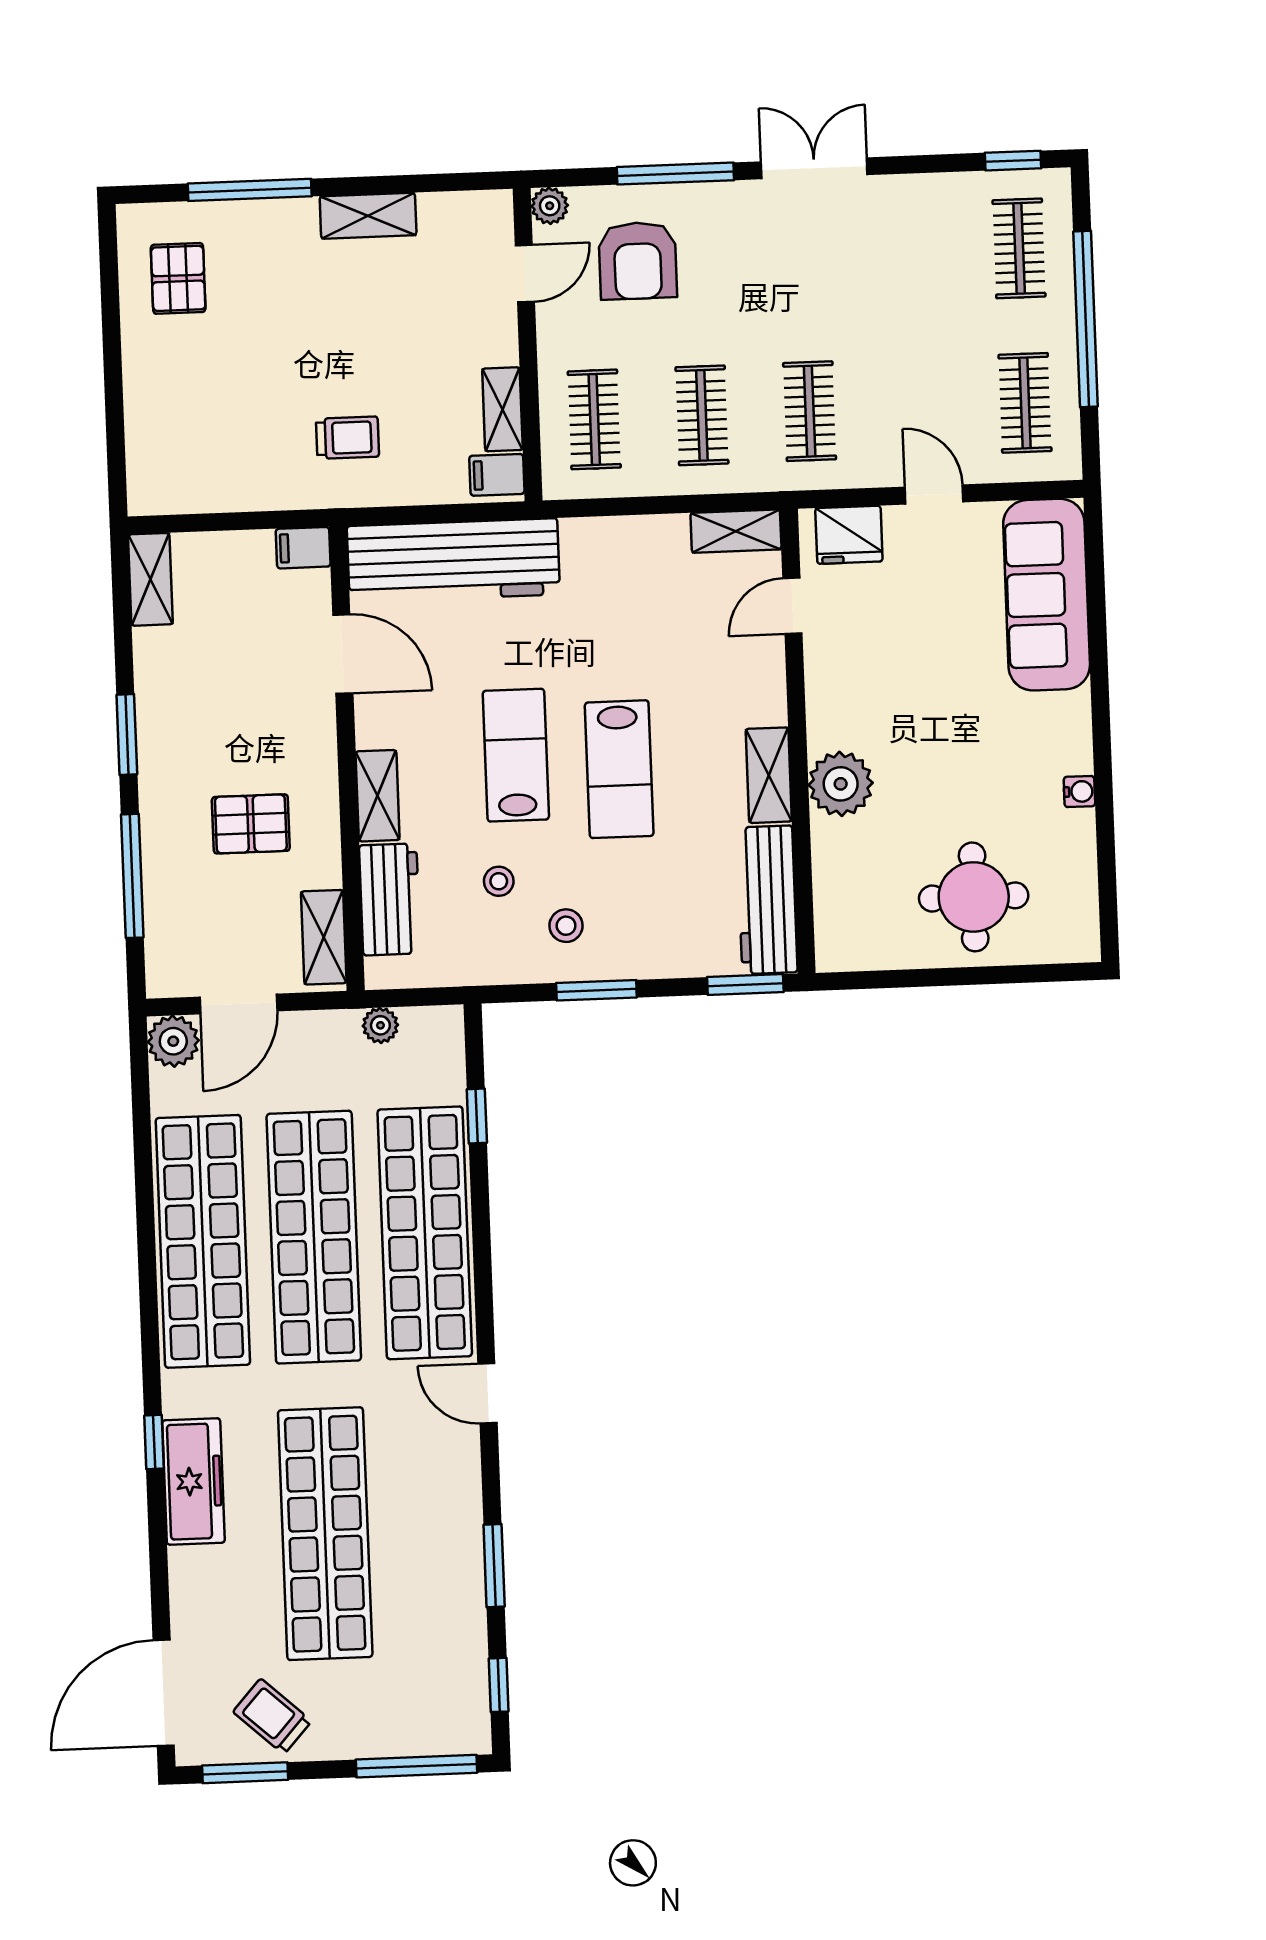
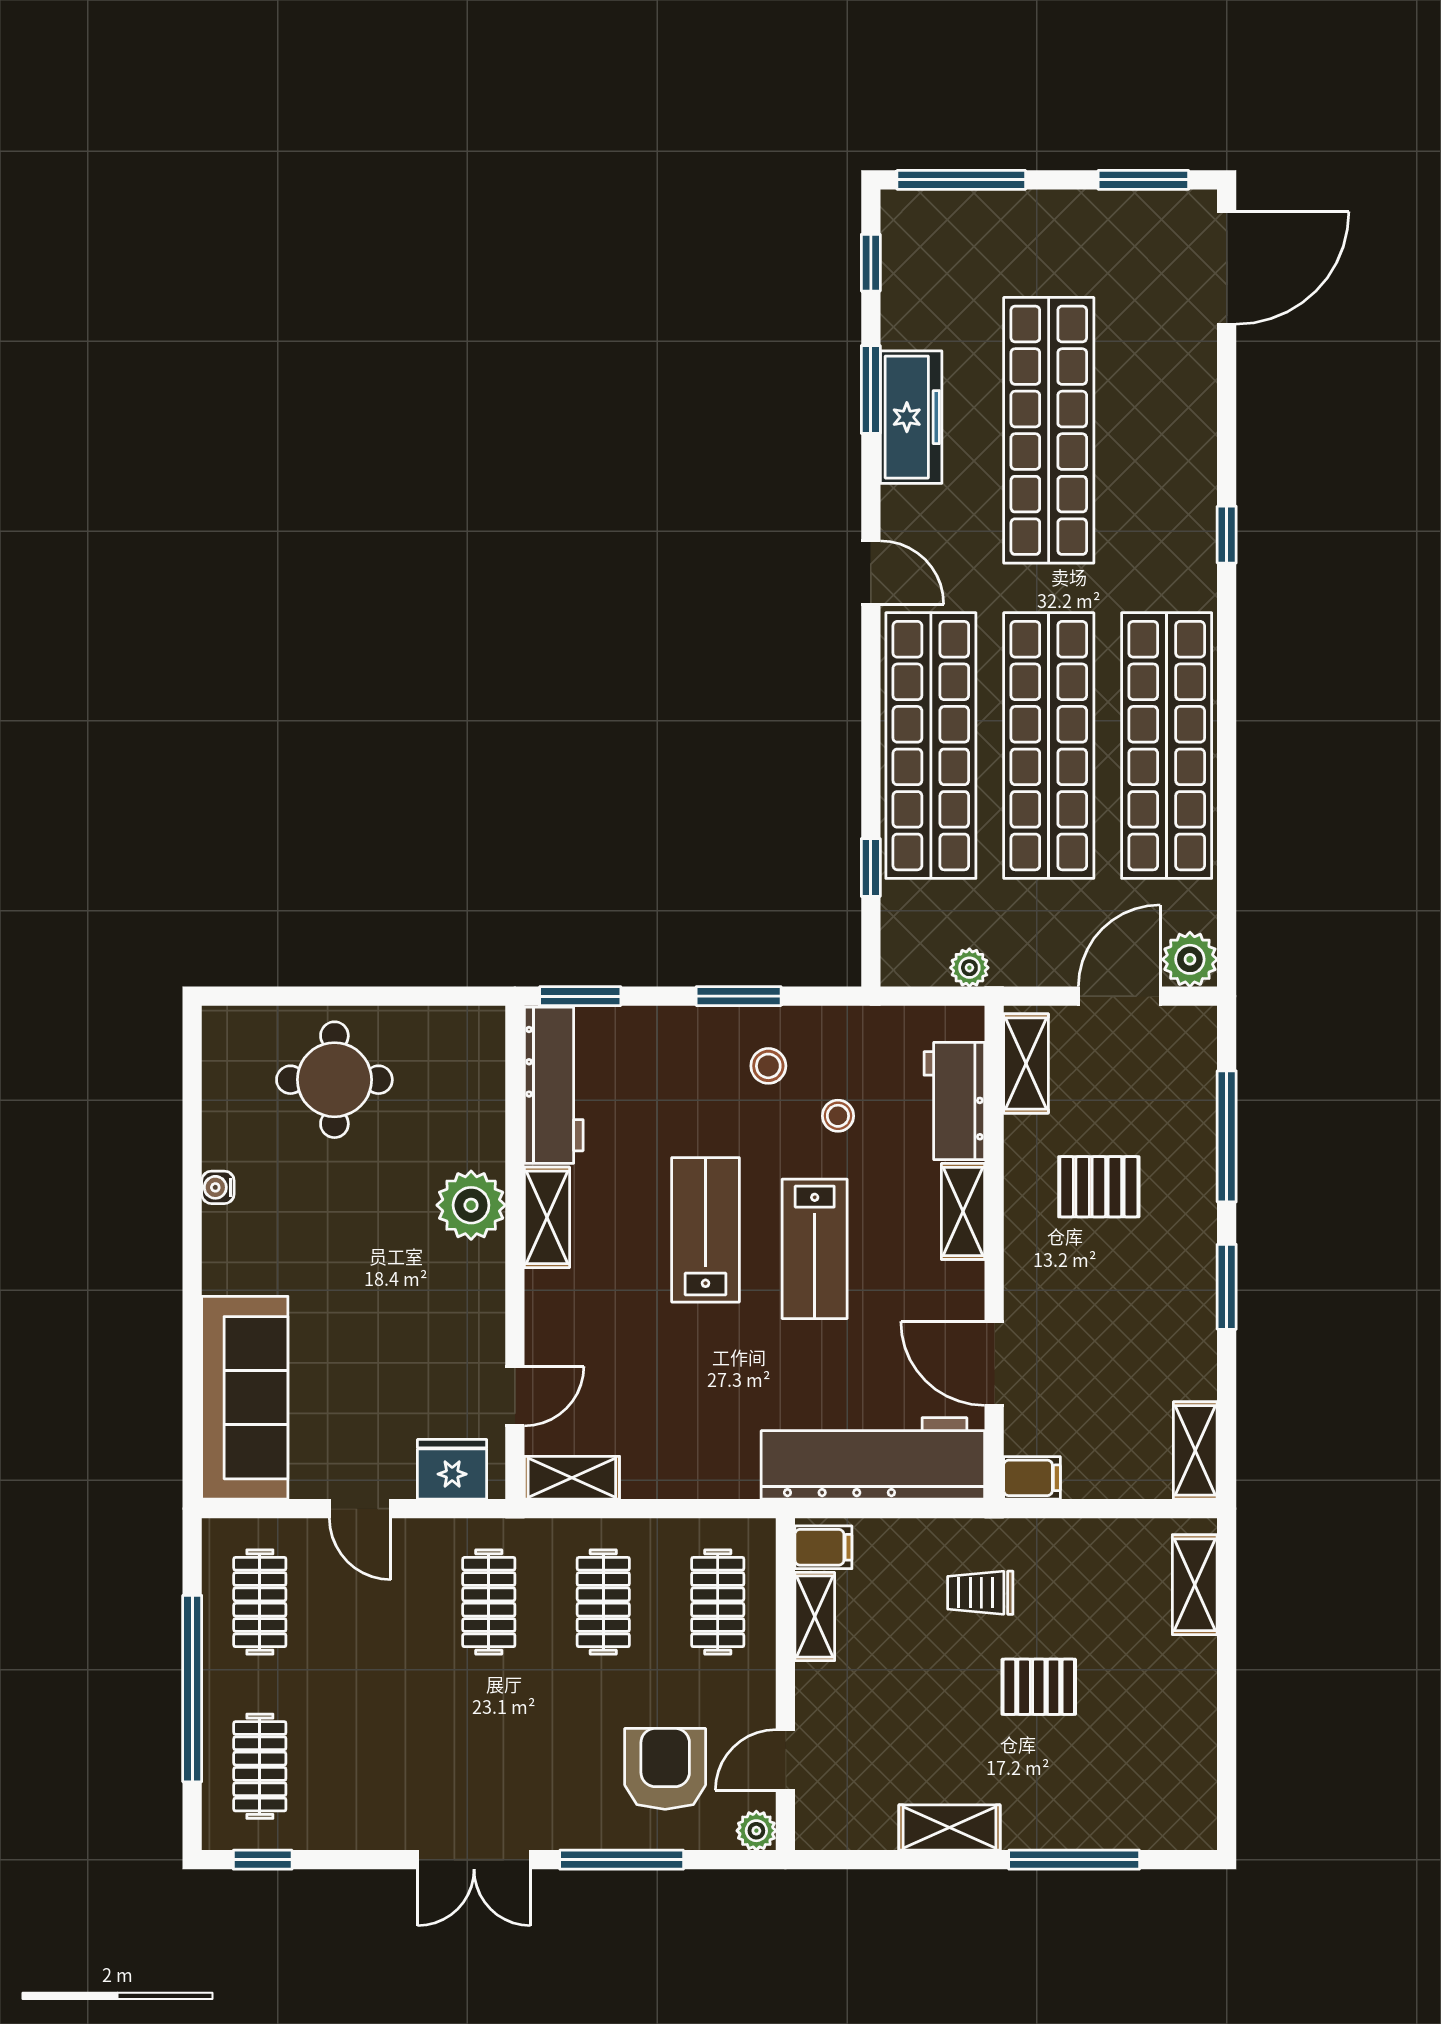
pallet: (178, 278) -> (1039, 1687), moved, turned 90
shelving: (146, 453) -> (1195, 1585), added
freezer: (193, 1481) -> (911, 417), moved, turned 180
trolley: (272, 1716) -> (1112, 239), removed

